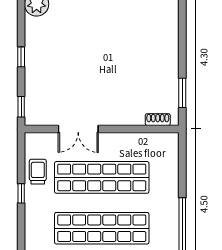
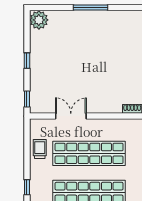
double door: (78, 129) -> (71, 116), swing flipped
window: (21, 193) -> (27, 187), moved

